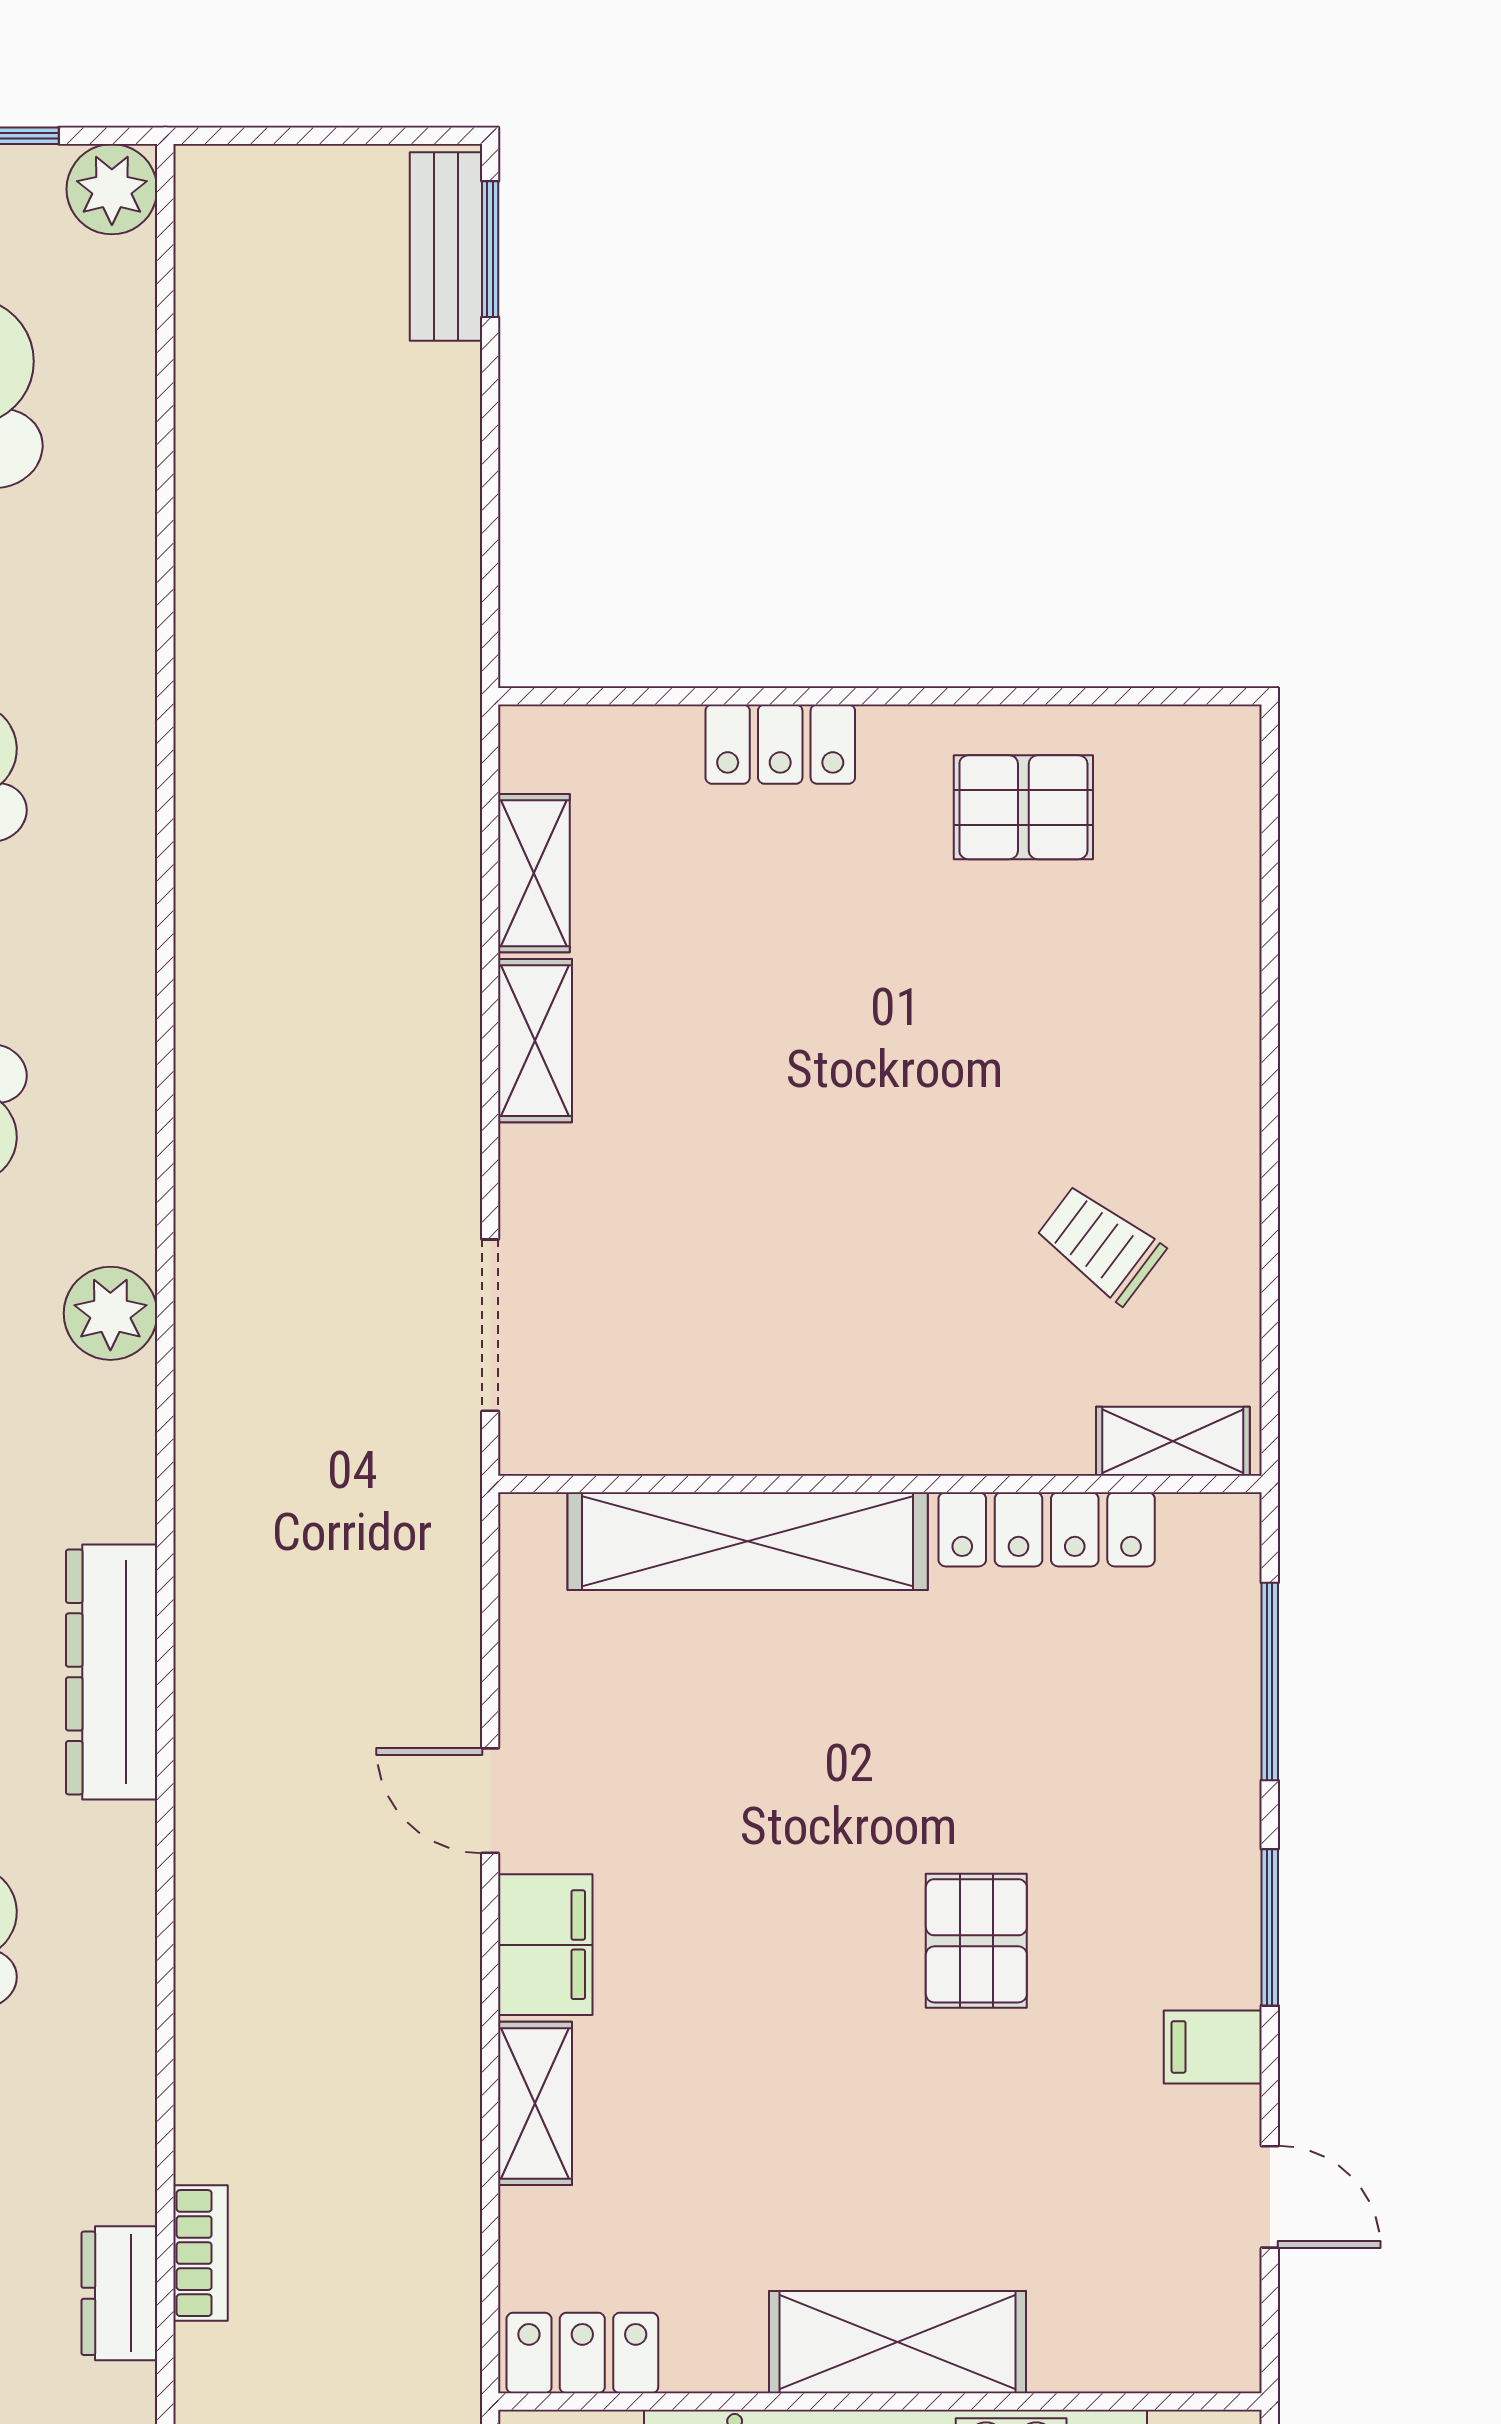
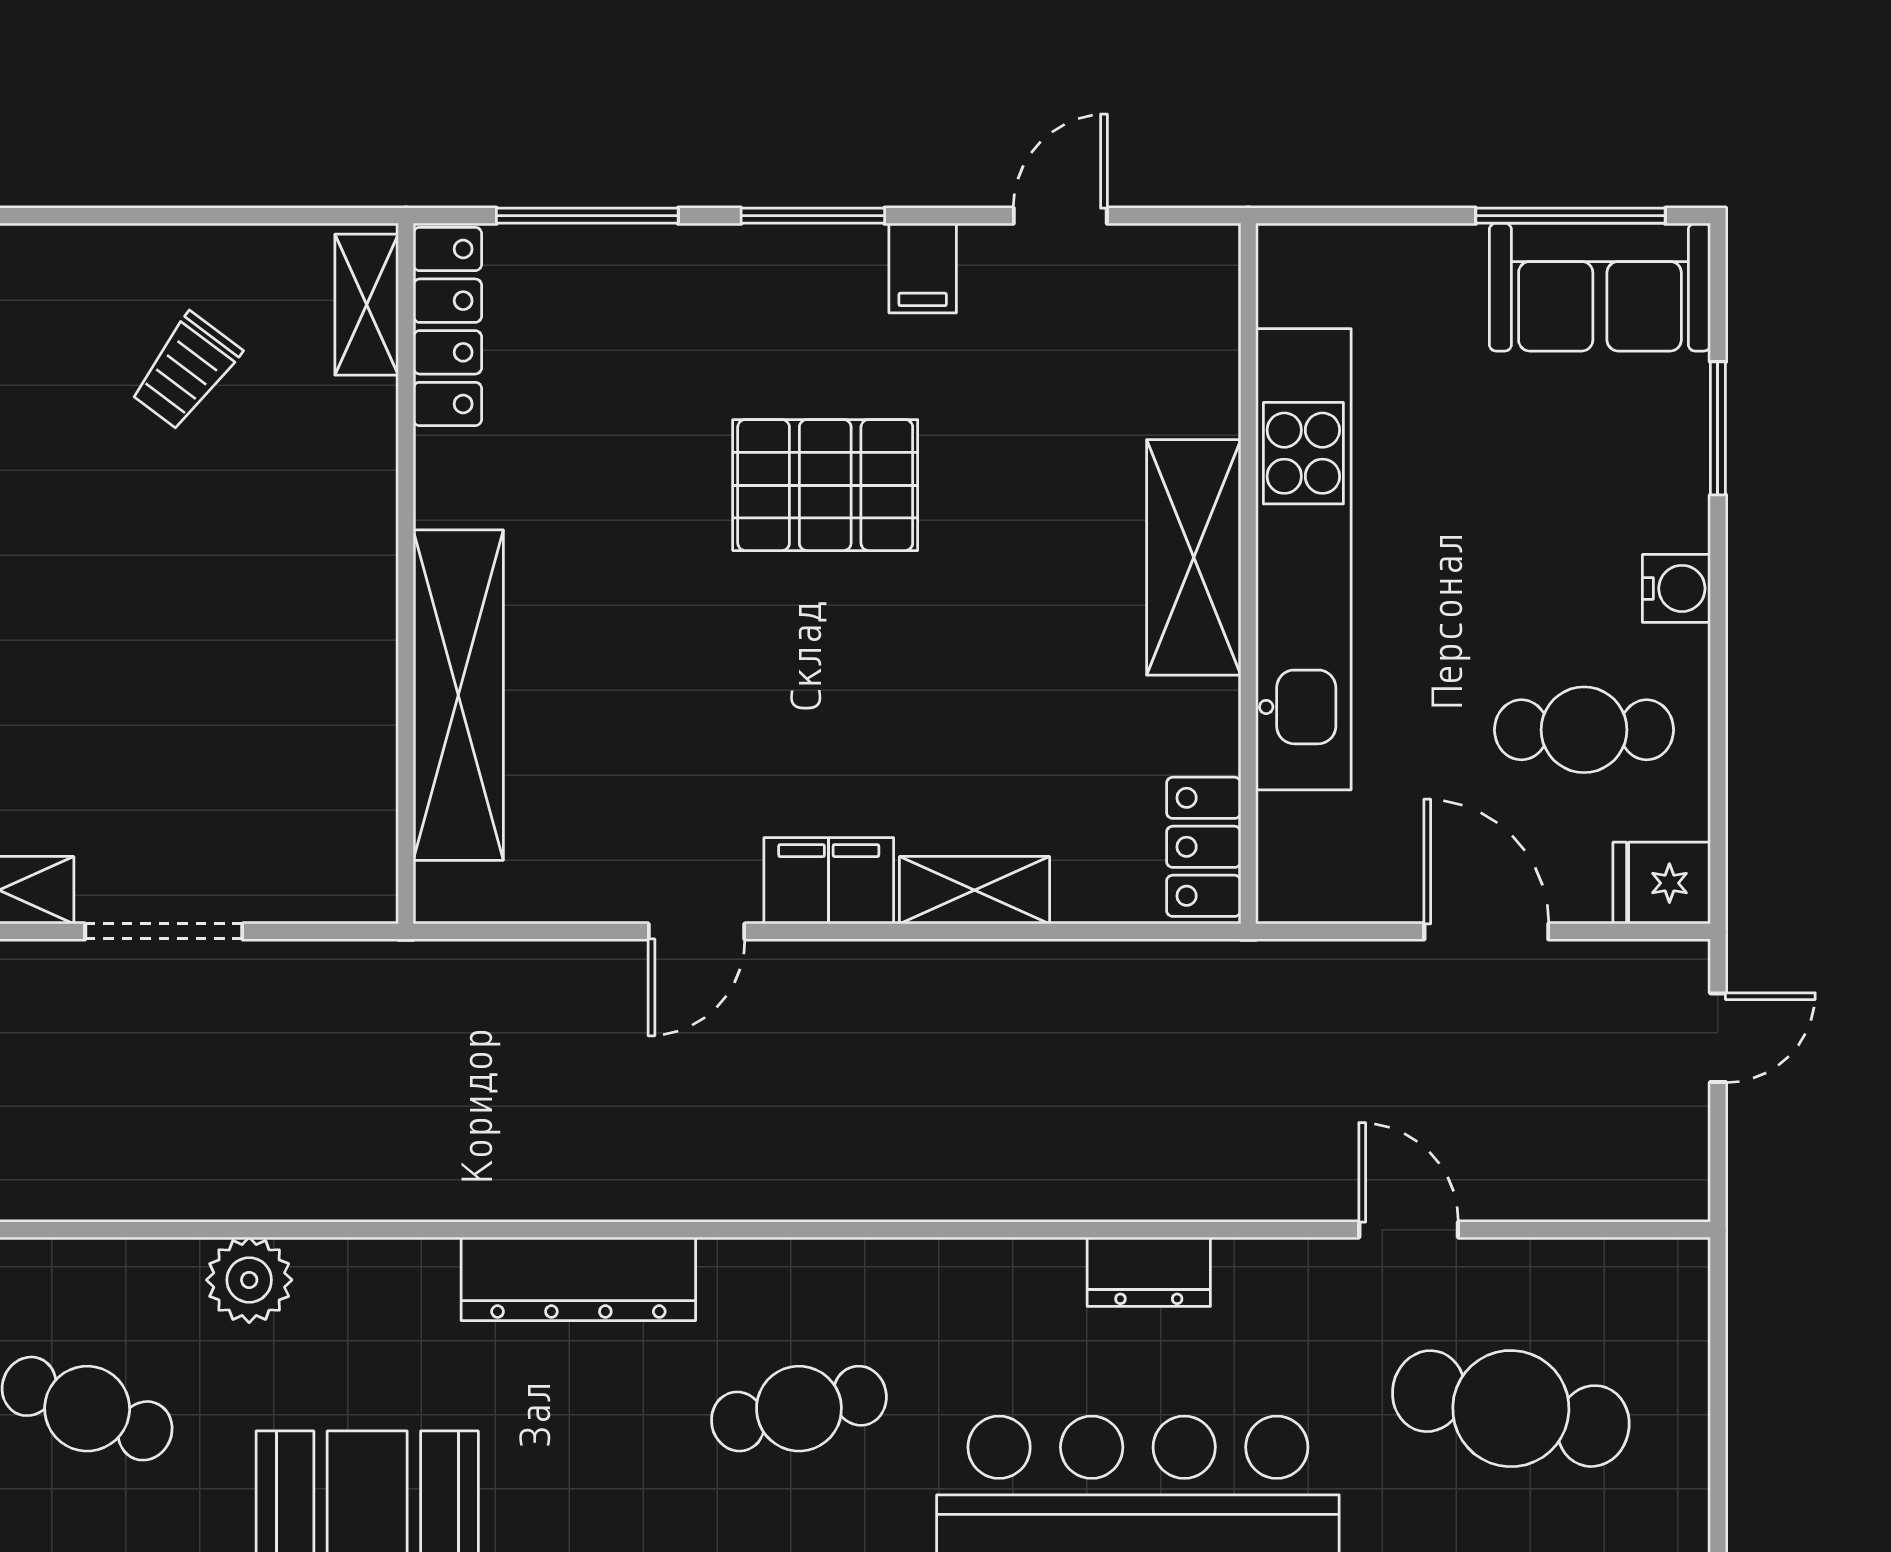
doorway: (490, 1325) -> (164, 931), moved
locker: (1047, 1529) -> (447, 326), moved
pallet: (976, 1941) -> (825, 485), width x1.50, depth x1.42
bookcase: (201, 2253) -> (1112, 1197), removed

